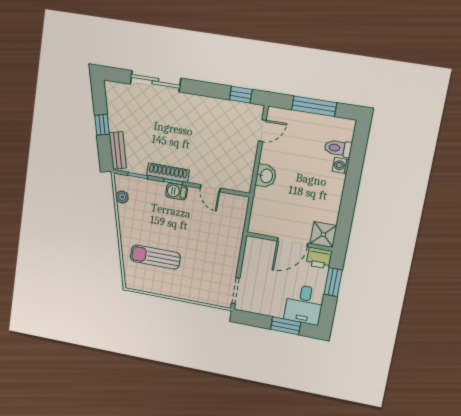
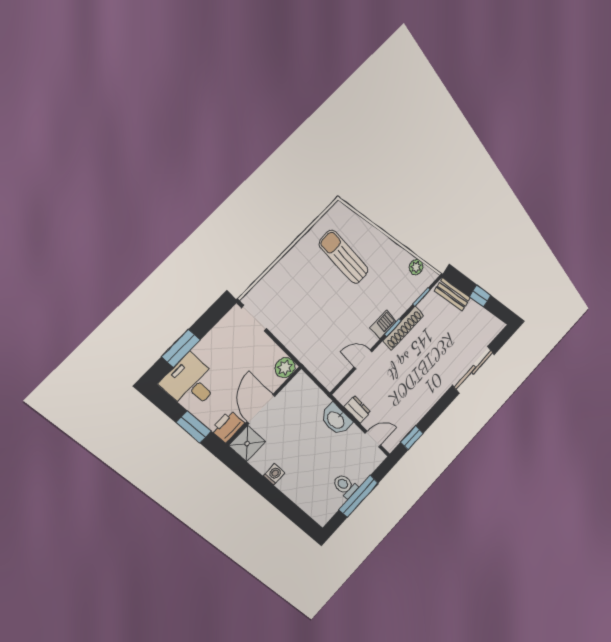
door: (262, 131) -> (373, 439), swing flipped
toilet: (338, 148) -> (345, 486), moved, turned -90
dresser: (248, 164) -> (357, 409), added
washing machine: (341, 165) -> (274, 474), moved
washbasin: (266, 176) -> (336, 420), width x1.38
plant: (254, 245) -> (285, 368), added
sun lounger: (155, 257) -> (344, 257), turned -92

